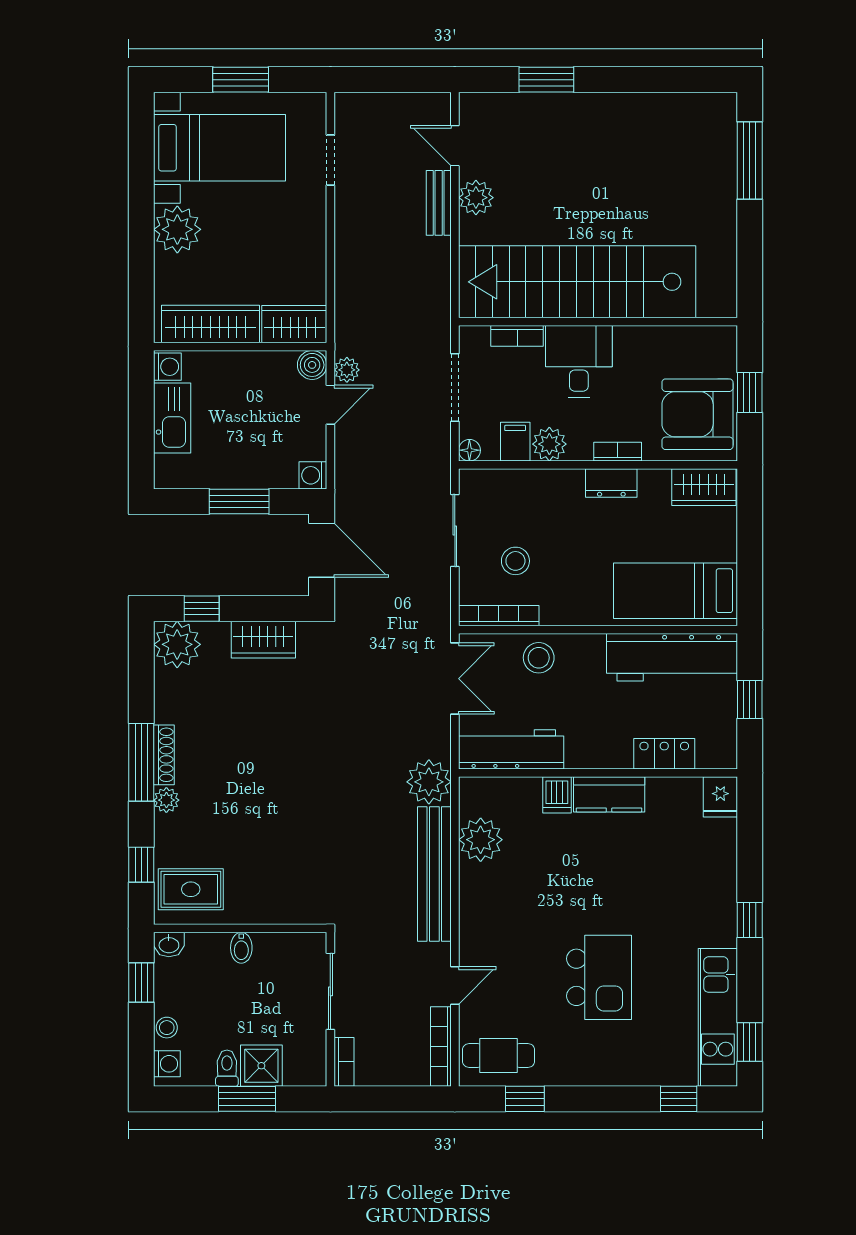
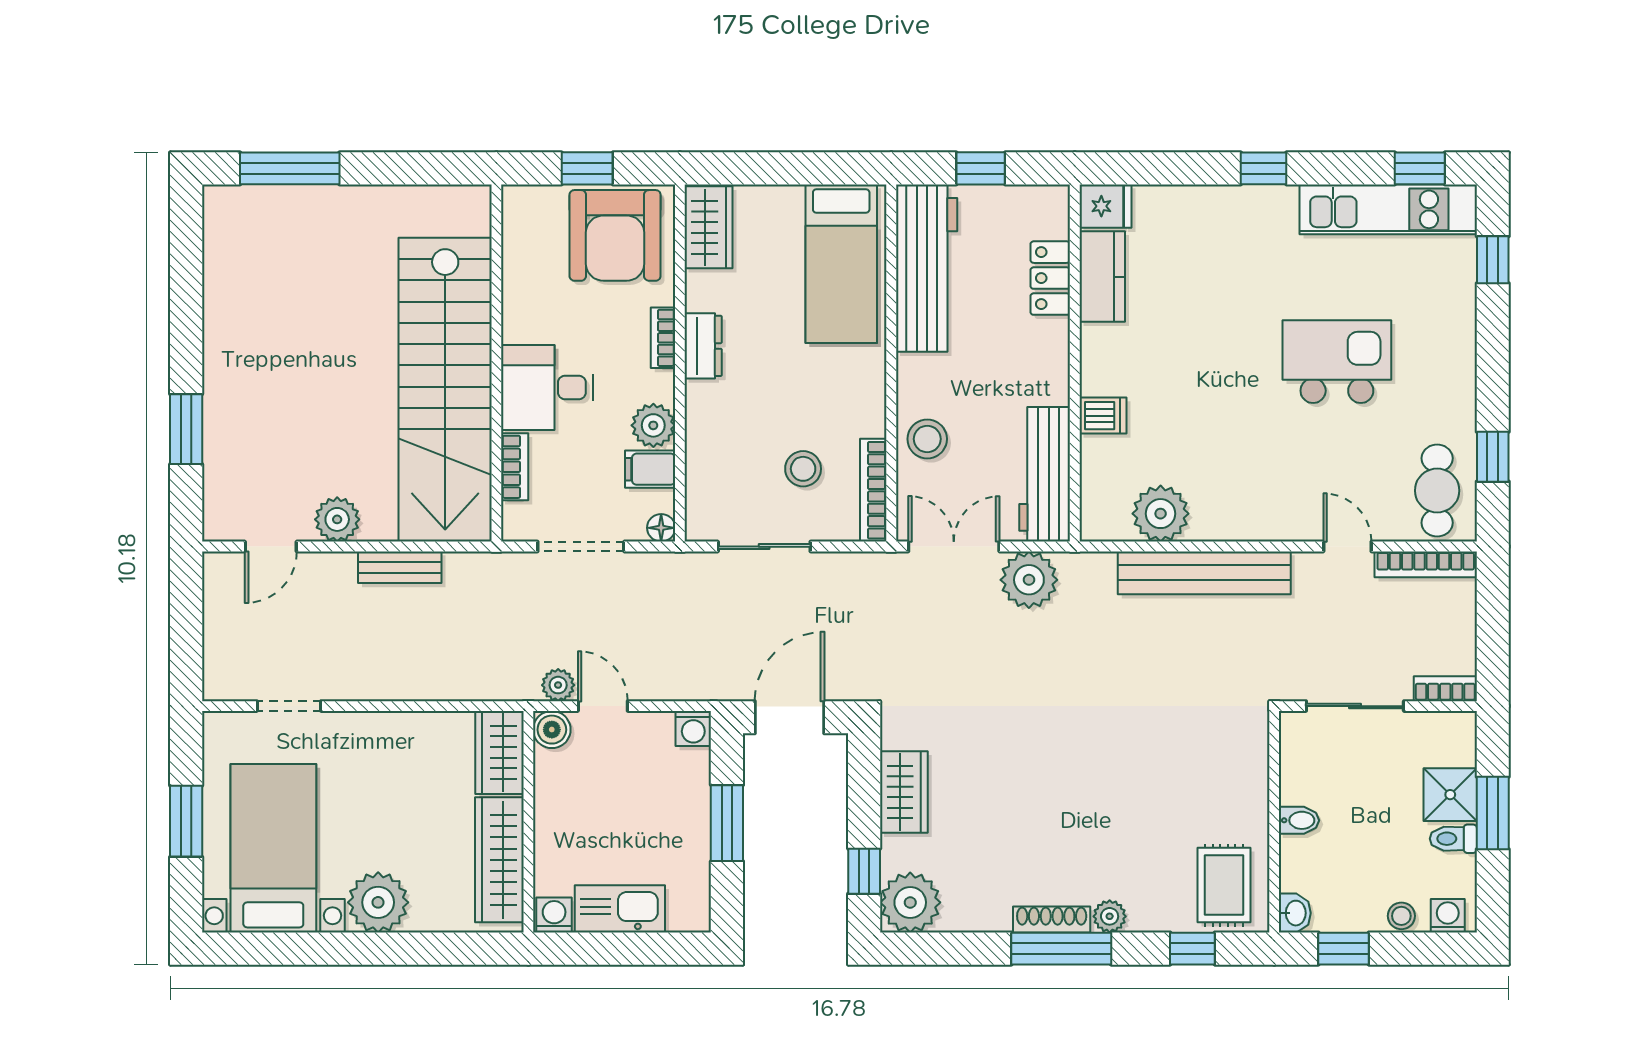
bench: (439, 203) -> (400, 567), moved
plant: (429, 782) -> (1029, 580), moved
kitchen counter: (609, 794) -> (1102, 277), moved

